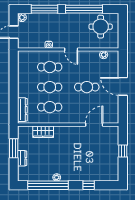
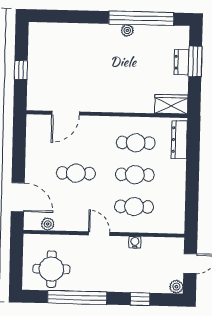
window: (45, 9) -> (140, 299), width x0.46
door: (123, 86) -> (18, 197), moved
wardrobe: (43, 132) -> (171, 104), moved
window: (14, 148) -> (195, 61), moved
window: (89, 185) -> (77, 17), removed

